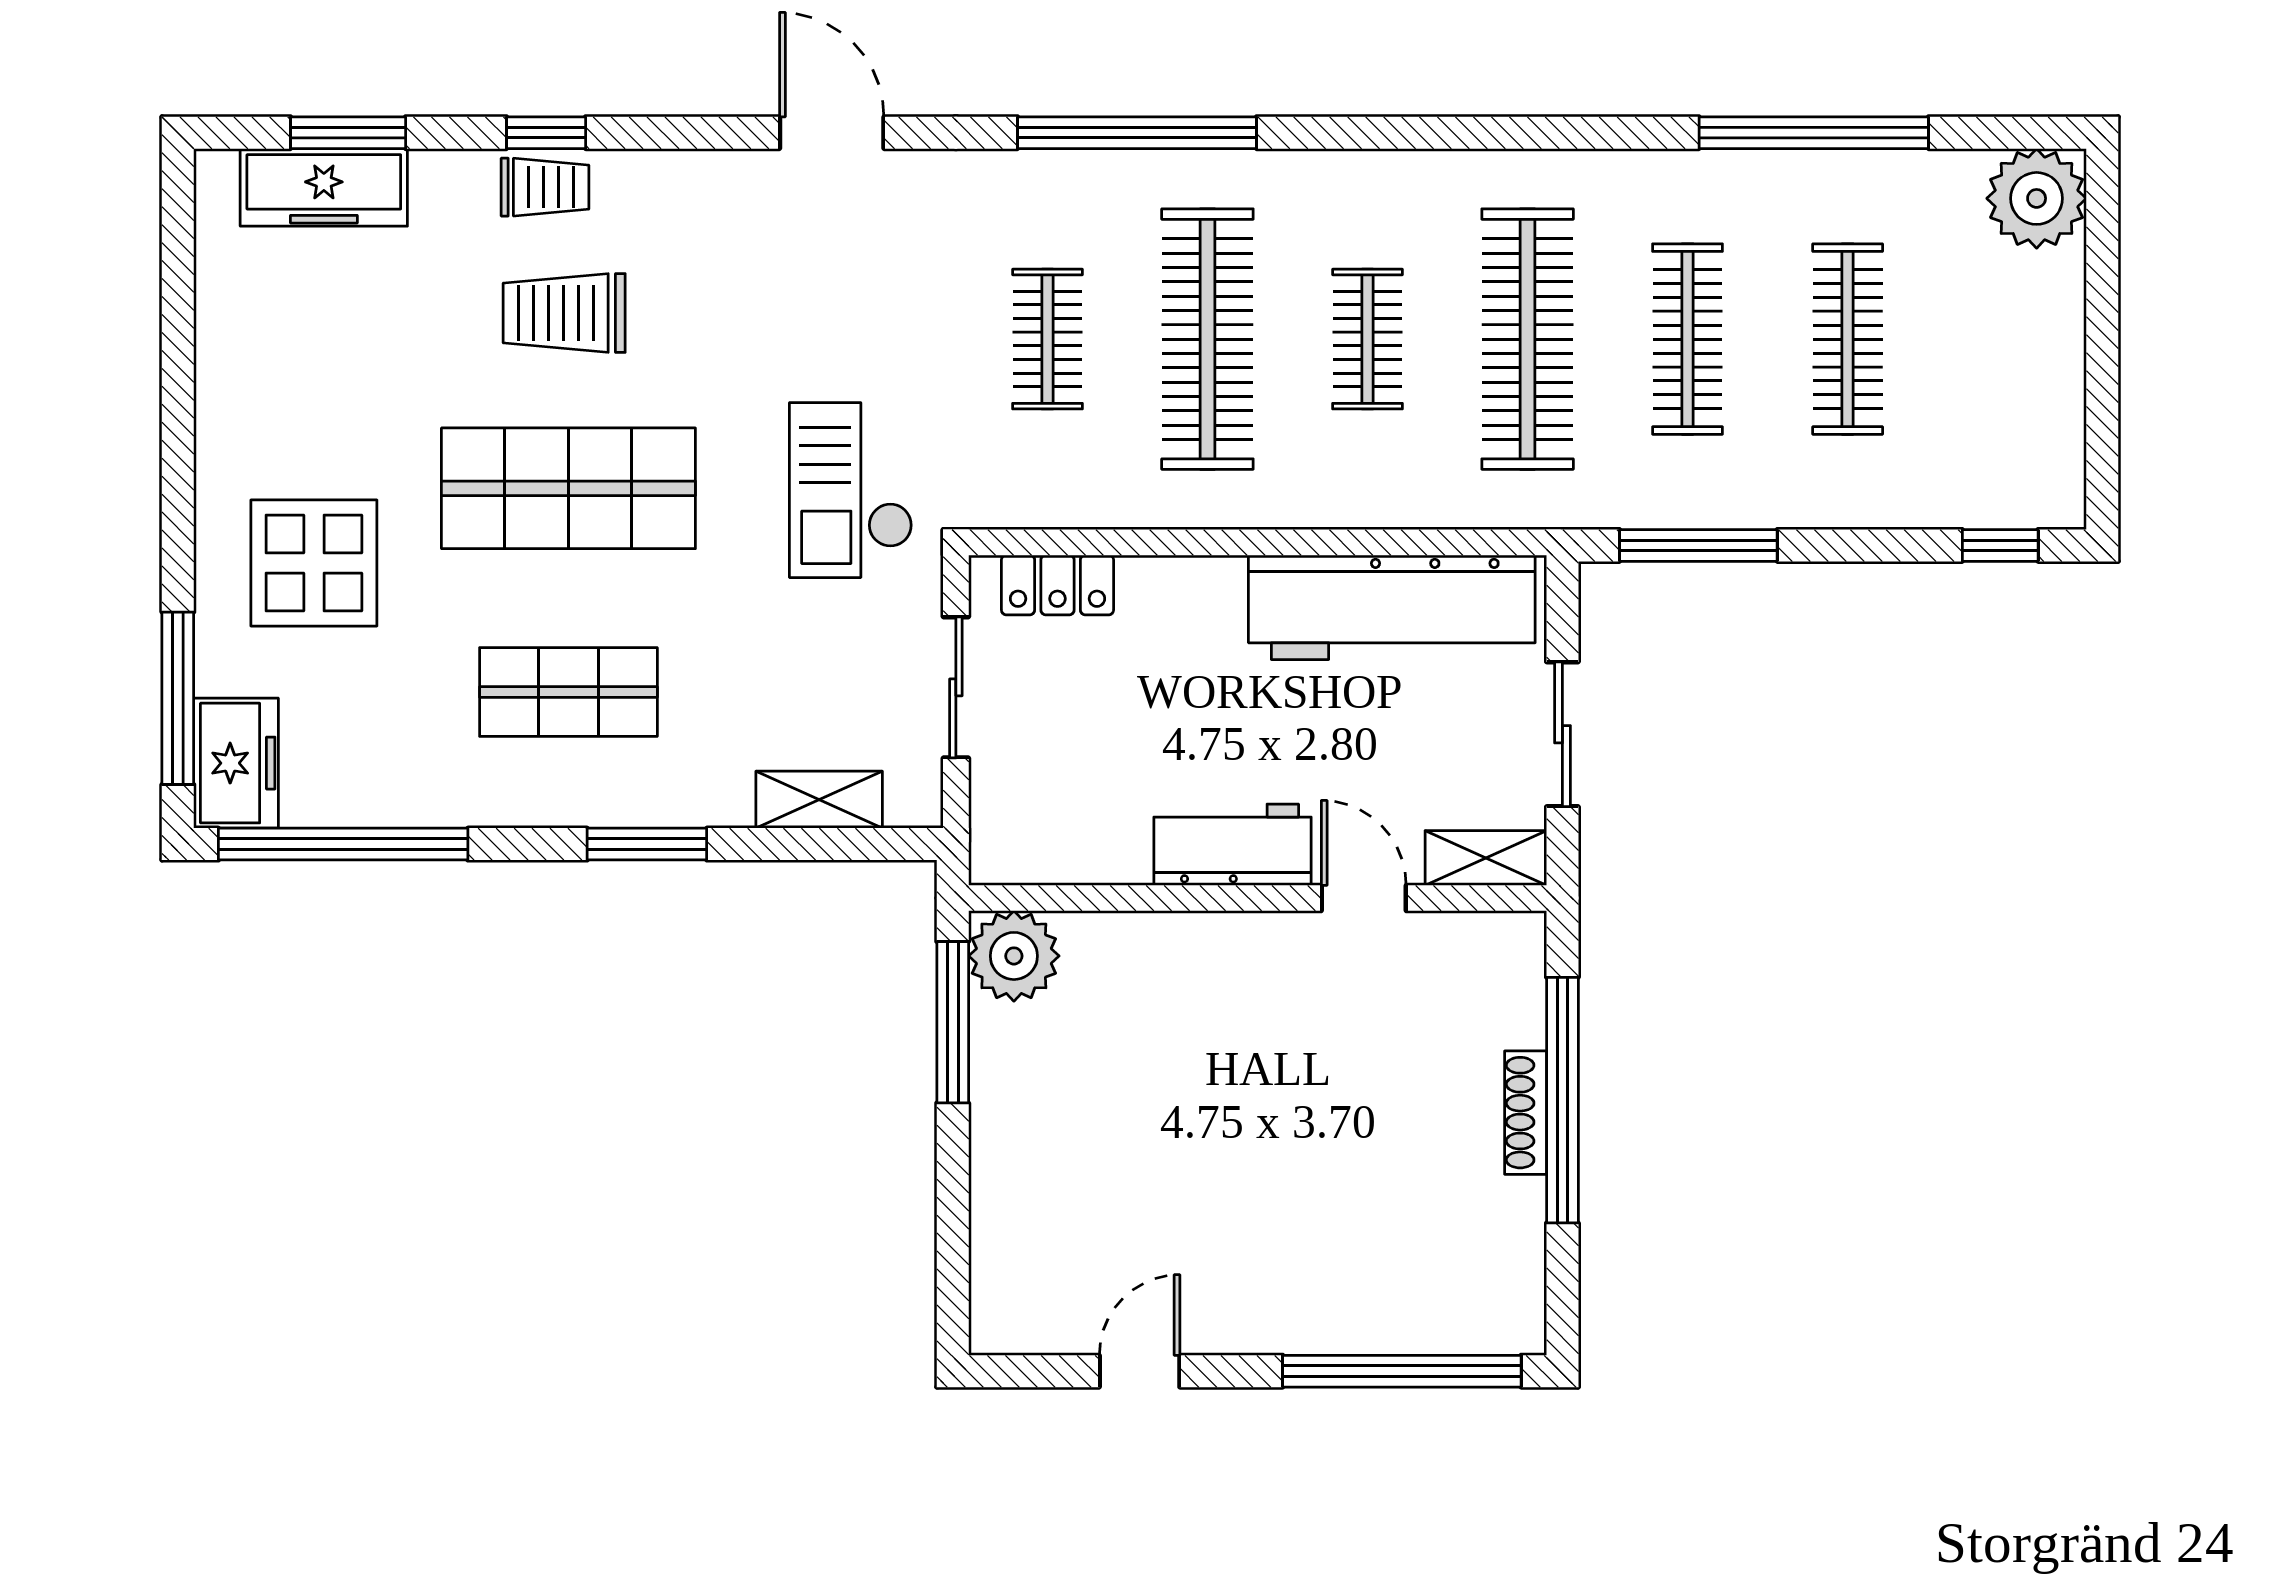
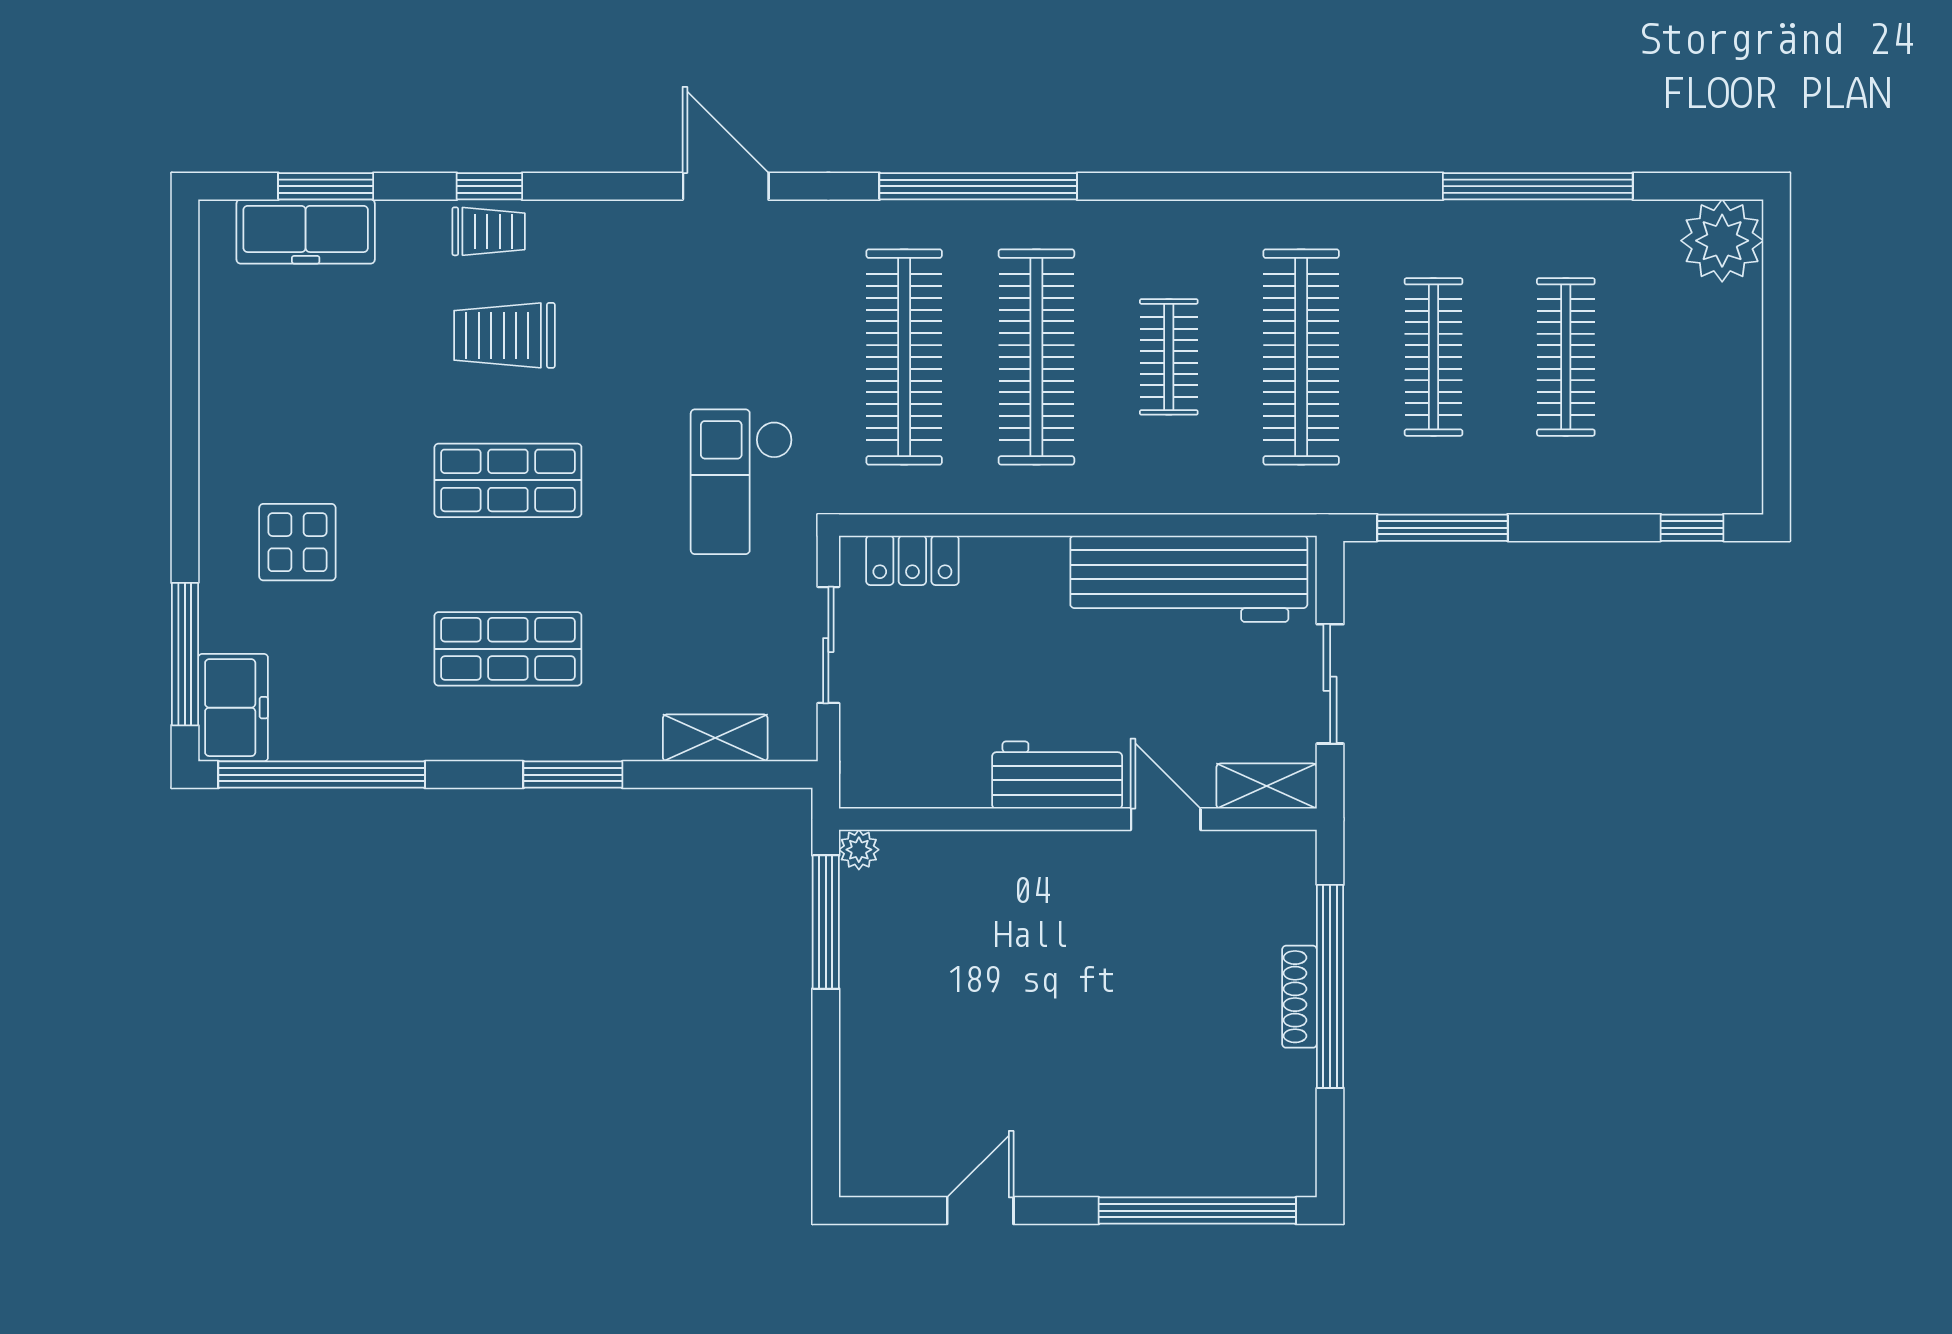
clothes rail: (1047, 339) -> (904, 357), width x1.86, depth x1.31
shop shelf: (568, 488) -> (508, 480), width x0.70, depth x0.74
display table: (314, 563) -> (297, 542), width x0.73, depth x0.73
plant: (1014, 956) -> (859, 850), width x0.53, depth x0.53

